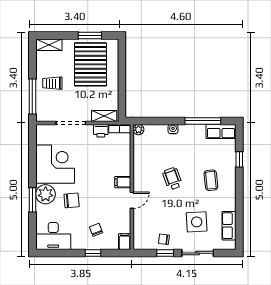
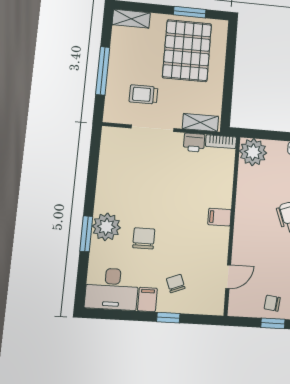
trolley: (52, 83) -> (143, 94), moved
window: (32, 96) -> (103, 71), moved
plant: (139, 130) -> (253, 152), width x1.88, depth x1.88
corner desk: (55, 164) -> (125, 184), removed
chair: (72, 200) -> (144, 238), turned -85
door: (132, 200) -> (228, 277), moved
filing cabinet: (125, 242) -> (147, 299), moved

